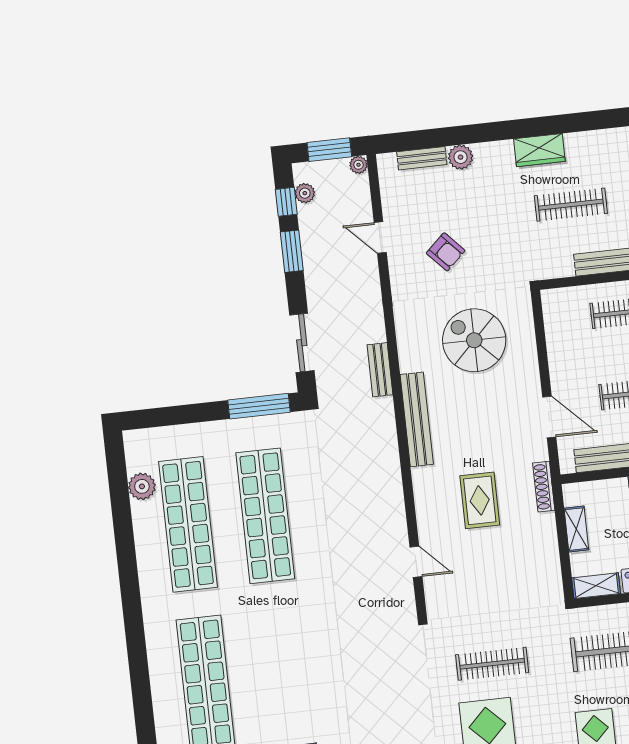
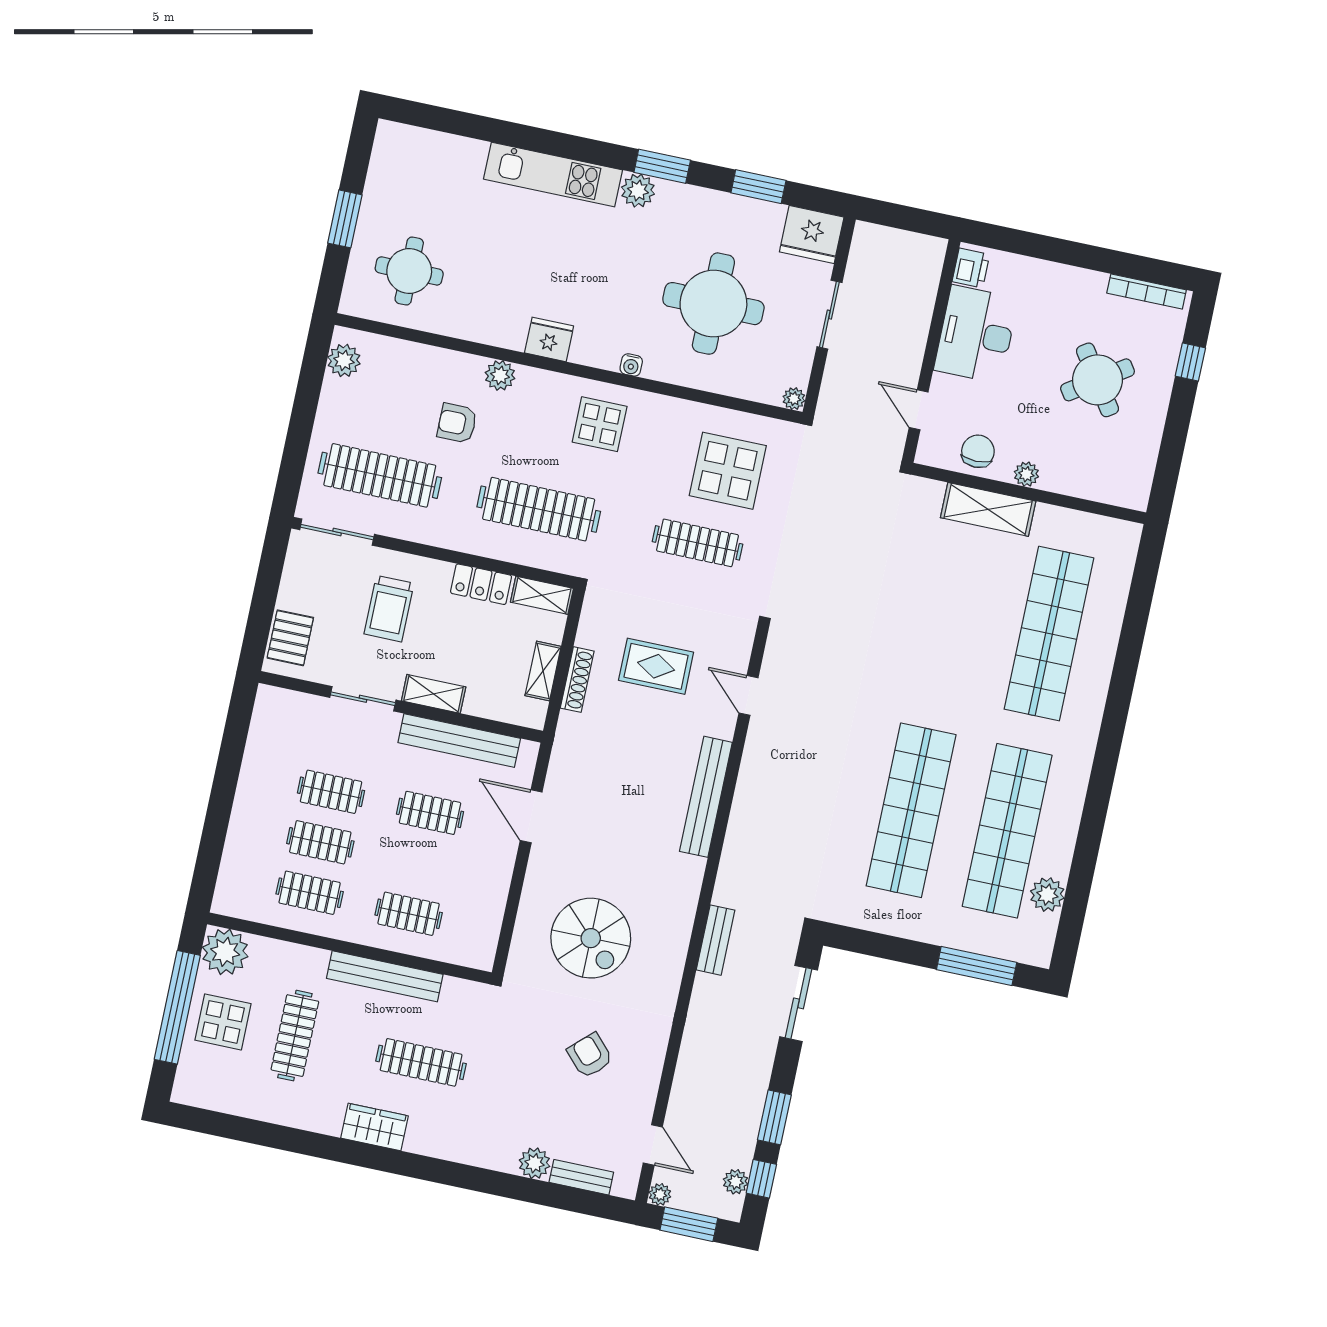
wardrobe: (539, 150) -> (375, 1127), moved
door: (380, 237) -> (653, 1145), moved
window: (259, 406) -> (977, 966), moved
bench: (417, 419) -> (706, 797), moved
shoe rack: (544, 487) -> (577, 680), moved
rug: (480, 500) -> (656, 666), moved, turned 90

